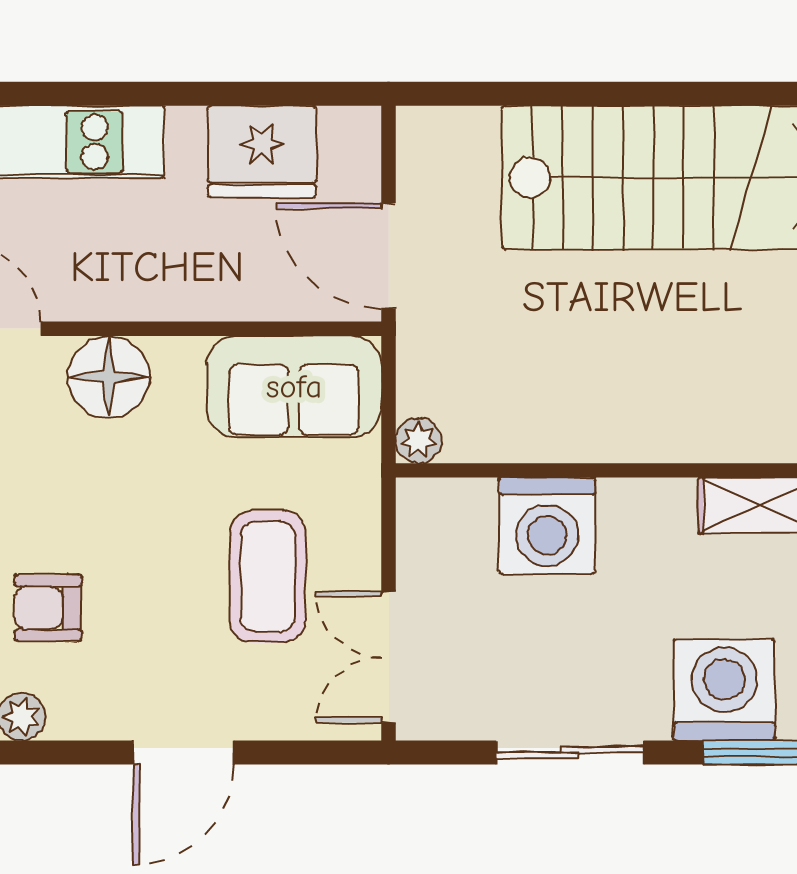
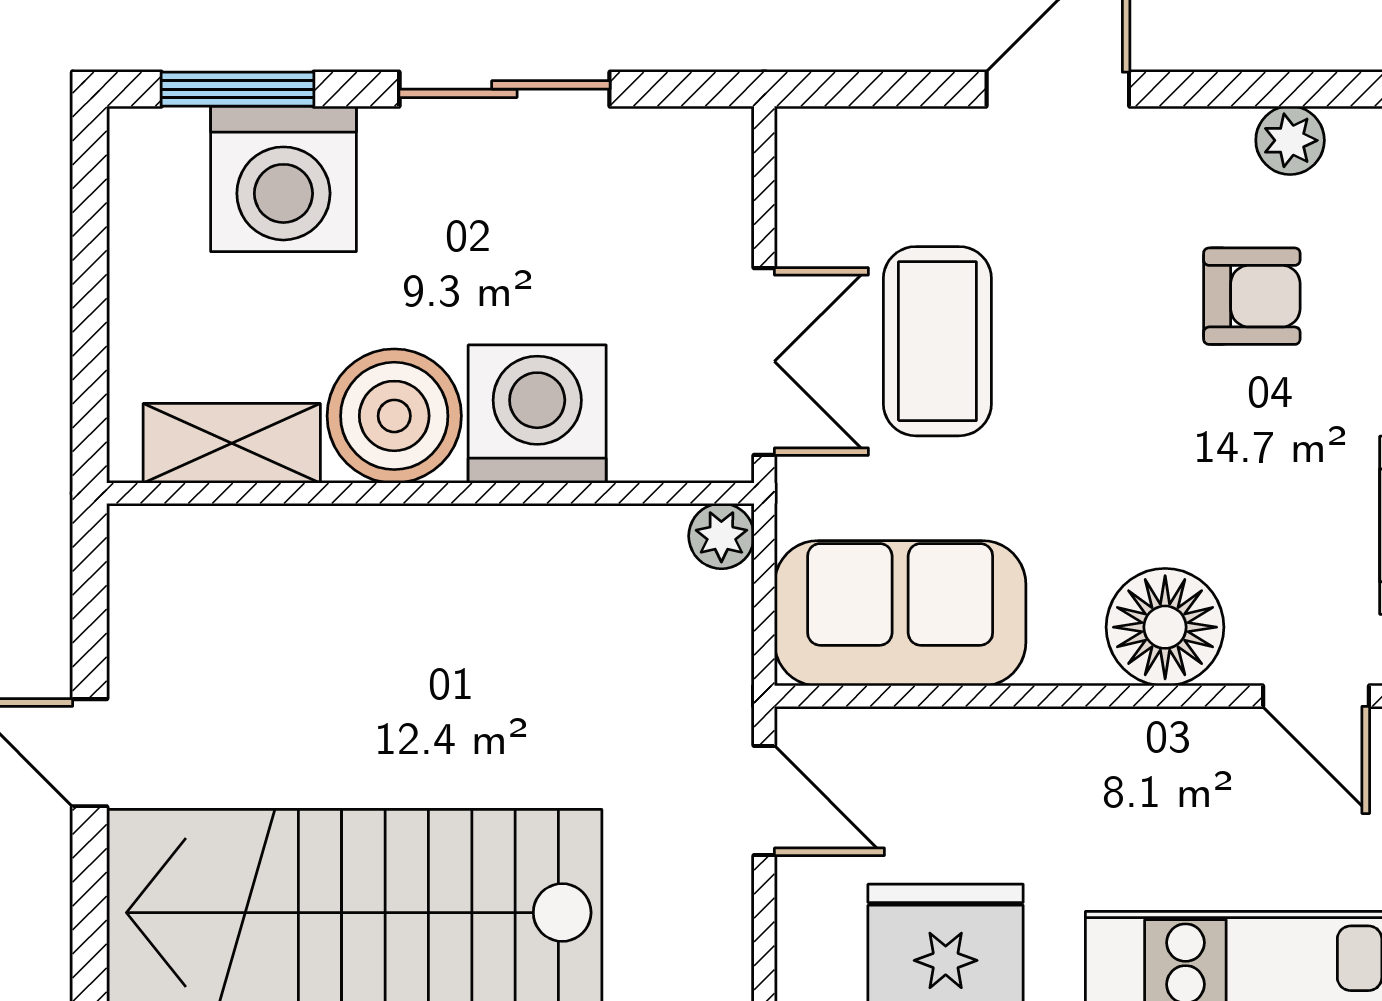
door: (389, 256) -> (764, 801), width x0.73
boiler: (647, 524) -> (394, 416), added
double door: (389, 657) -> (764, 361), moved

